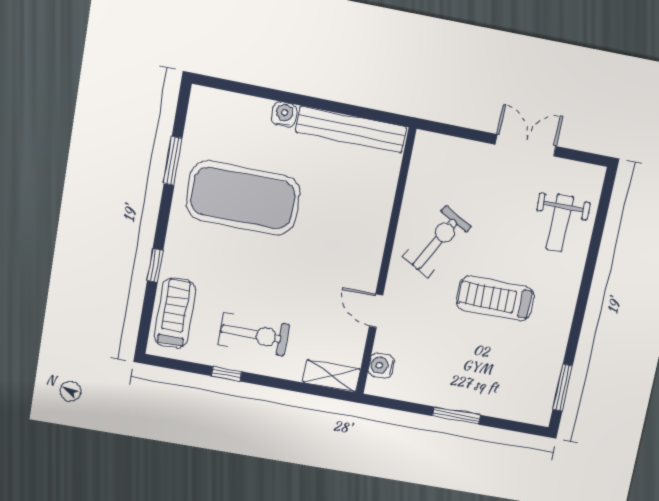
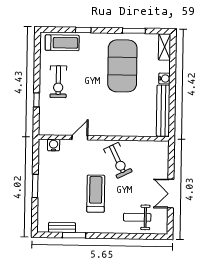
double door: (526, 145) -> (171, 194), swing flipped
exercise bike: (437, 242) -> (118, 160), turned 35
window: (227, 374) -> (36, 100), moved
shelving: (332, 376) -> (165, 47), moved
bench: (549, 377) -> (62, 227), added
window: (563, 388) -> (74, 235), moved

